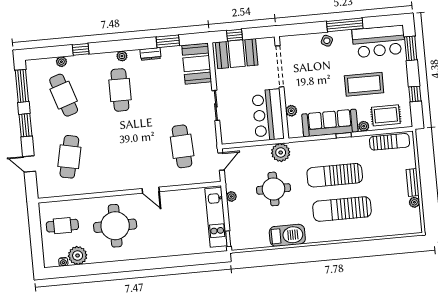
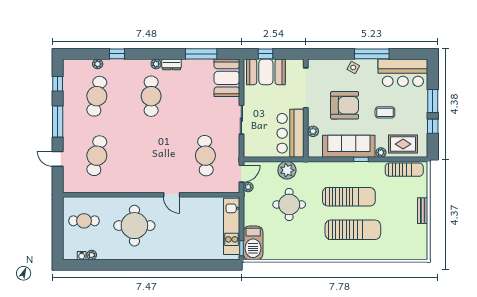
window: (168, 41) -> (201, 54), width x1.44
window: (411, 48) -> (433, 101), moved
dresser: (150, 54) -> (172, 64), moved
armchair: (321, 81) -> (345, 105), added
coffee table: (364, 84) -> (385, 112), width x0.54, depth x0.58
window: (22, 86) -> (58, 84), width x0.46
cafe table: (64, 95) -> (97, 96), turned 30
window: (26, 125) -> (58, 121), width x1.44
plant: (281, 152) -> (287, 170), moved
sun lounger: (335, 175) -> (349, 197), turned 180
plant: (231, 196) -> (248, 187), moved
plant: (414, 202) -> (423, 230), removed
sun lounger: (342, 209) -> (353, 230), turned 180
barbecue: (287, 235) -> (253, 243), moved, turned 90
plant: (78, 256) -> (92, 255), width x0.53, depth x0.53

